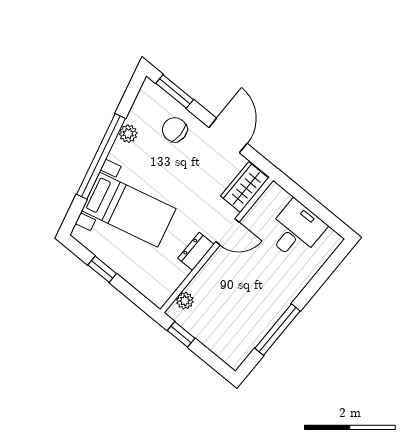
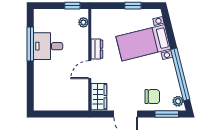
plant: (128, 134) -> (178, 101), moved
window: (101, 156) -> (180, 74), moved
desk: (296, 230) -> (48, 46), moved, turned 90

